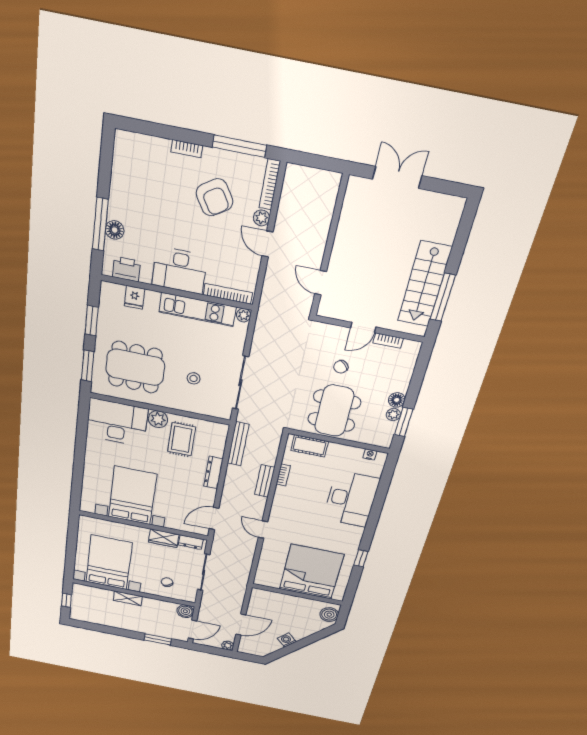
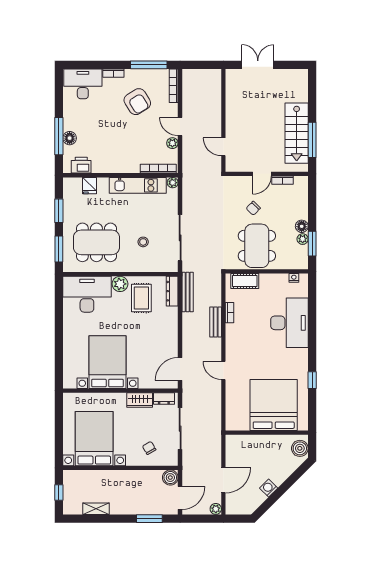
plant: (262, 218) -> (172, 143), moved
desk: (180, 270) -> (83, 84), moved, turned 180
dresser: (213, 473) -> (172, 291), moved
shelving: (128, 598) -> (96, 509), moved

